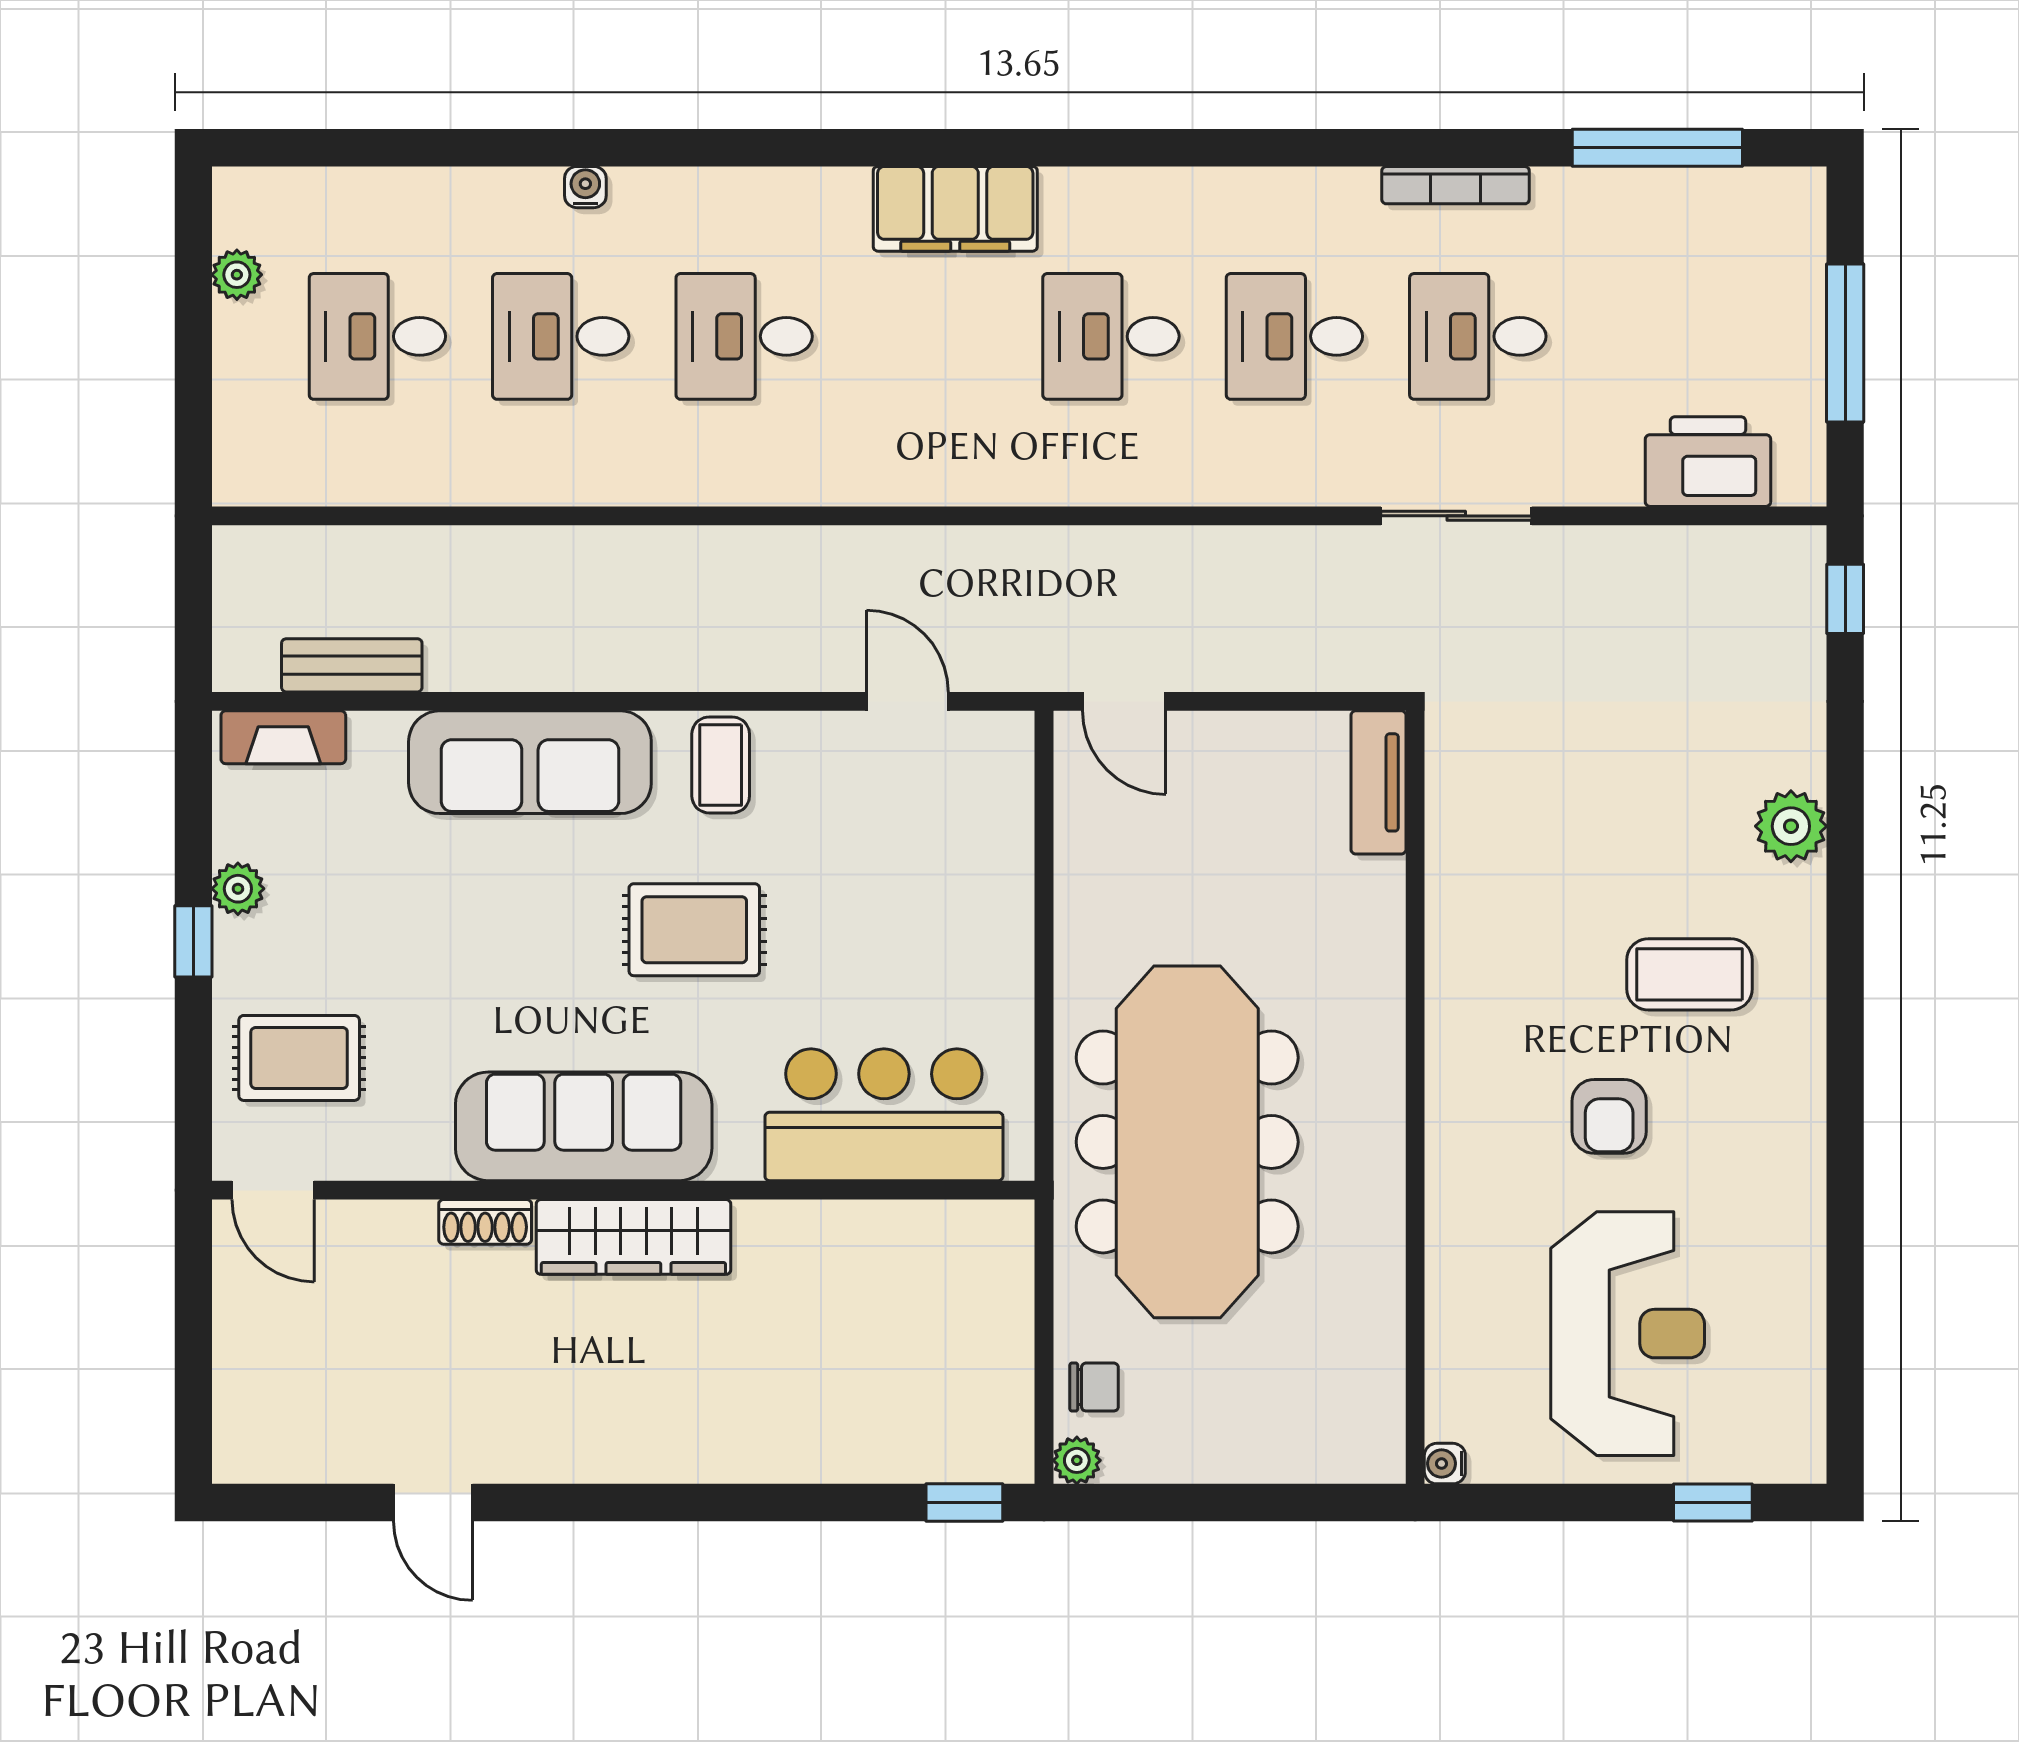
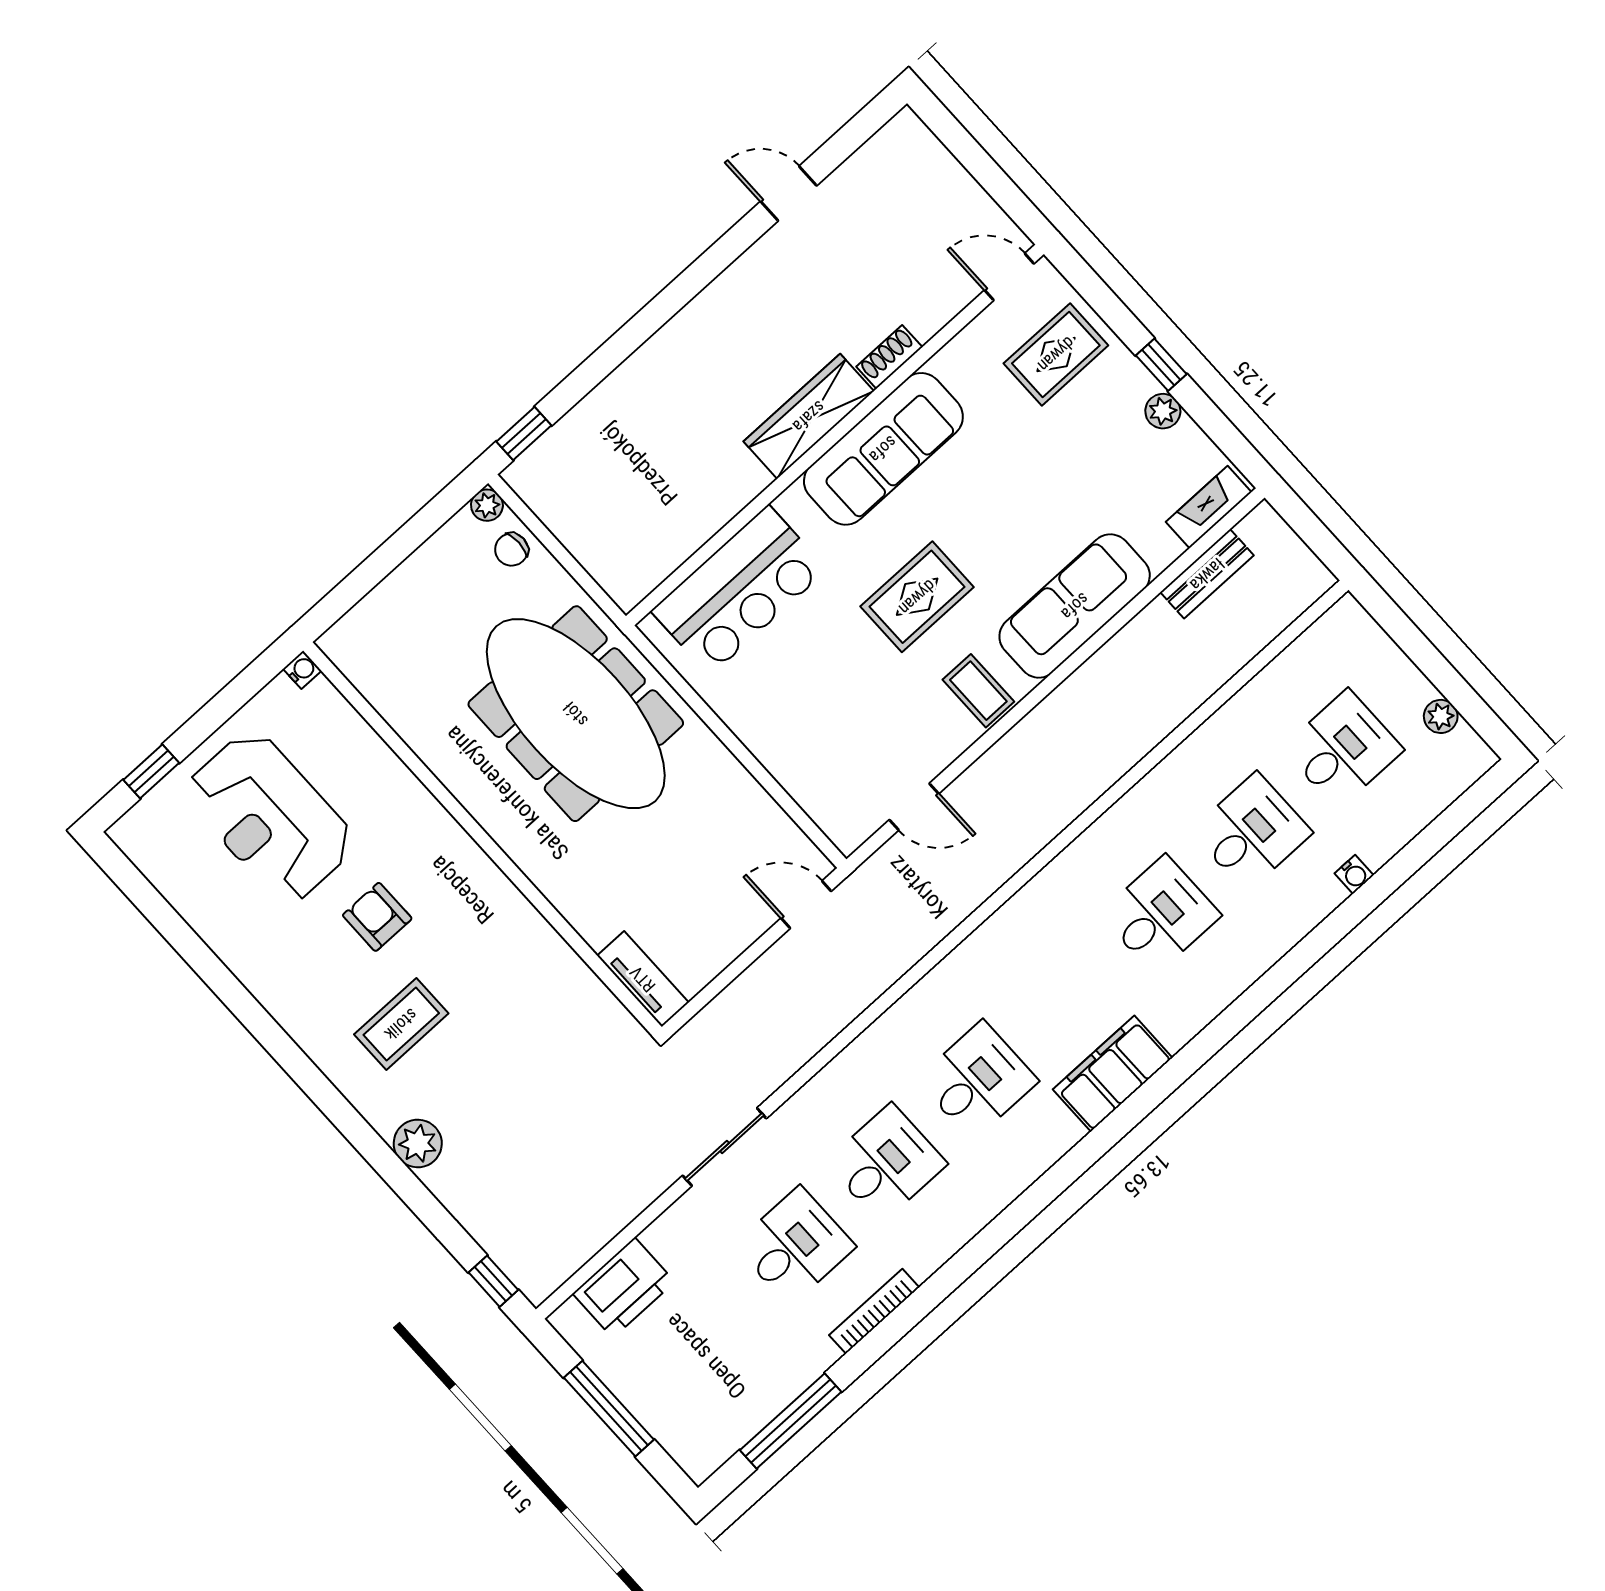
water cooler: (585, 187) -> (1354, 874), moved

